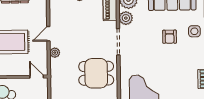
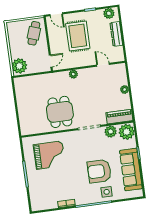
door: (48, 34) -> (103, 65), moved
armchair: (170, 37) -> (99, 171), width x1.88, depth x1.88

